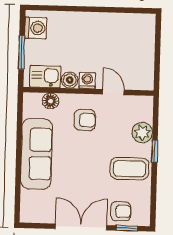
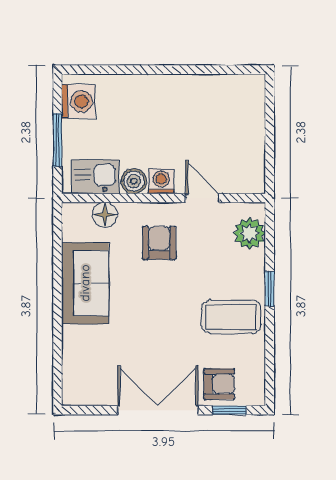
armchair: (85, 120) -> (159, 243), turned -90
plant: (142, 133) -> (249, 233), moved
sofa: (37, 154) -> (85, 283), width x0.73

